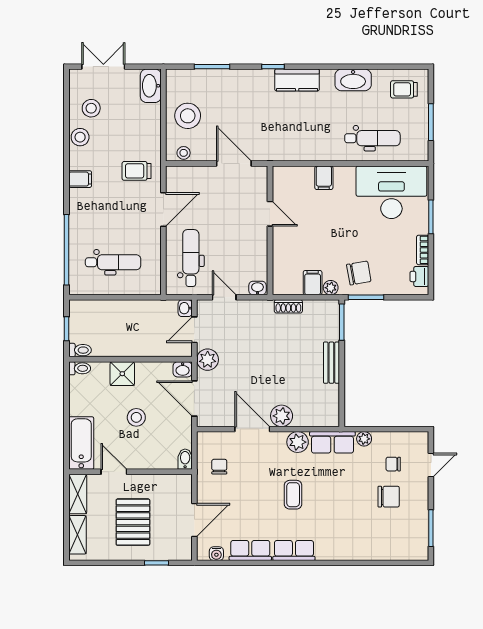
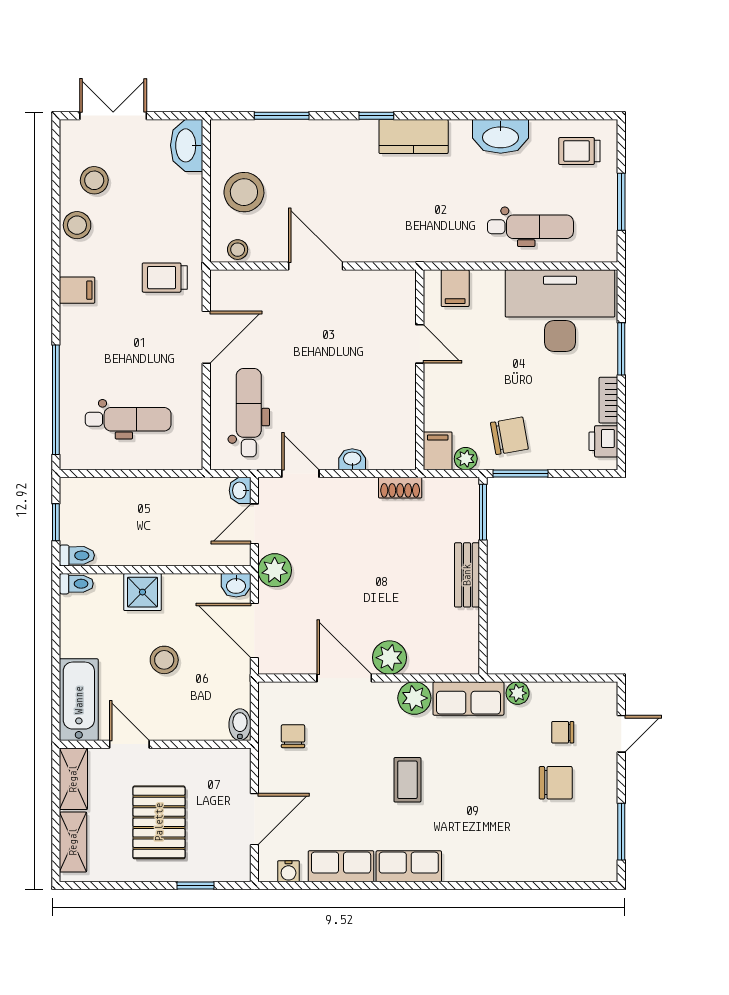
door: (270, 214) -> (420, 344), moved
wall: (270, 230) -> (420, 370), moved

